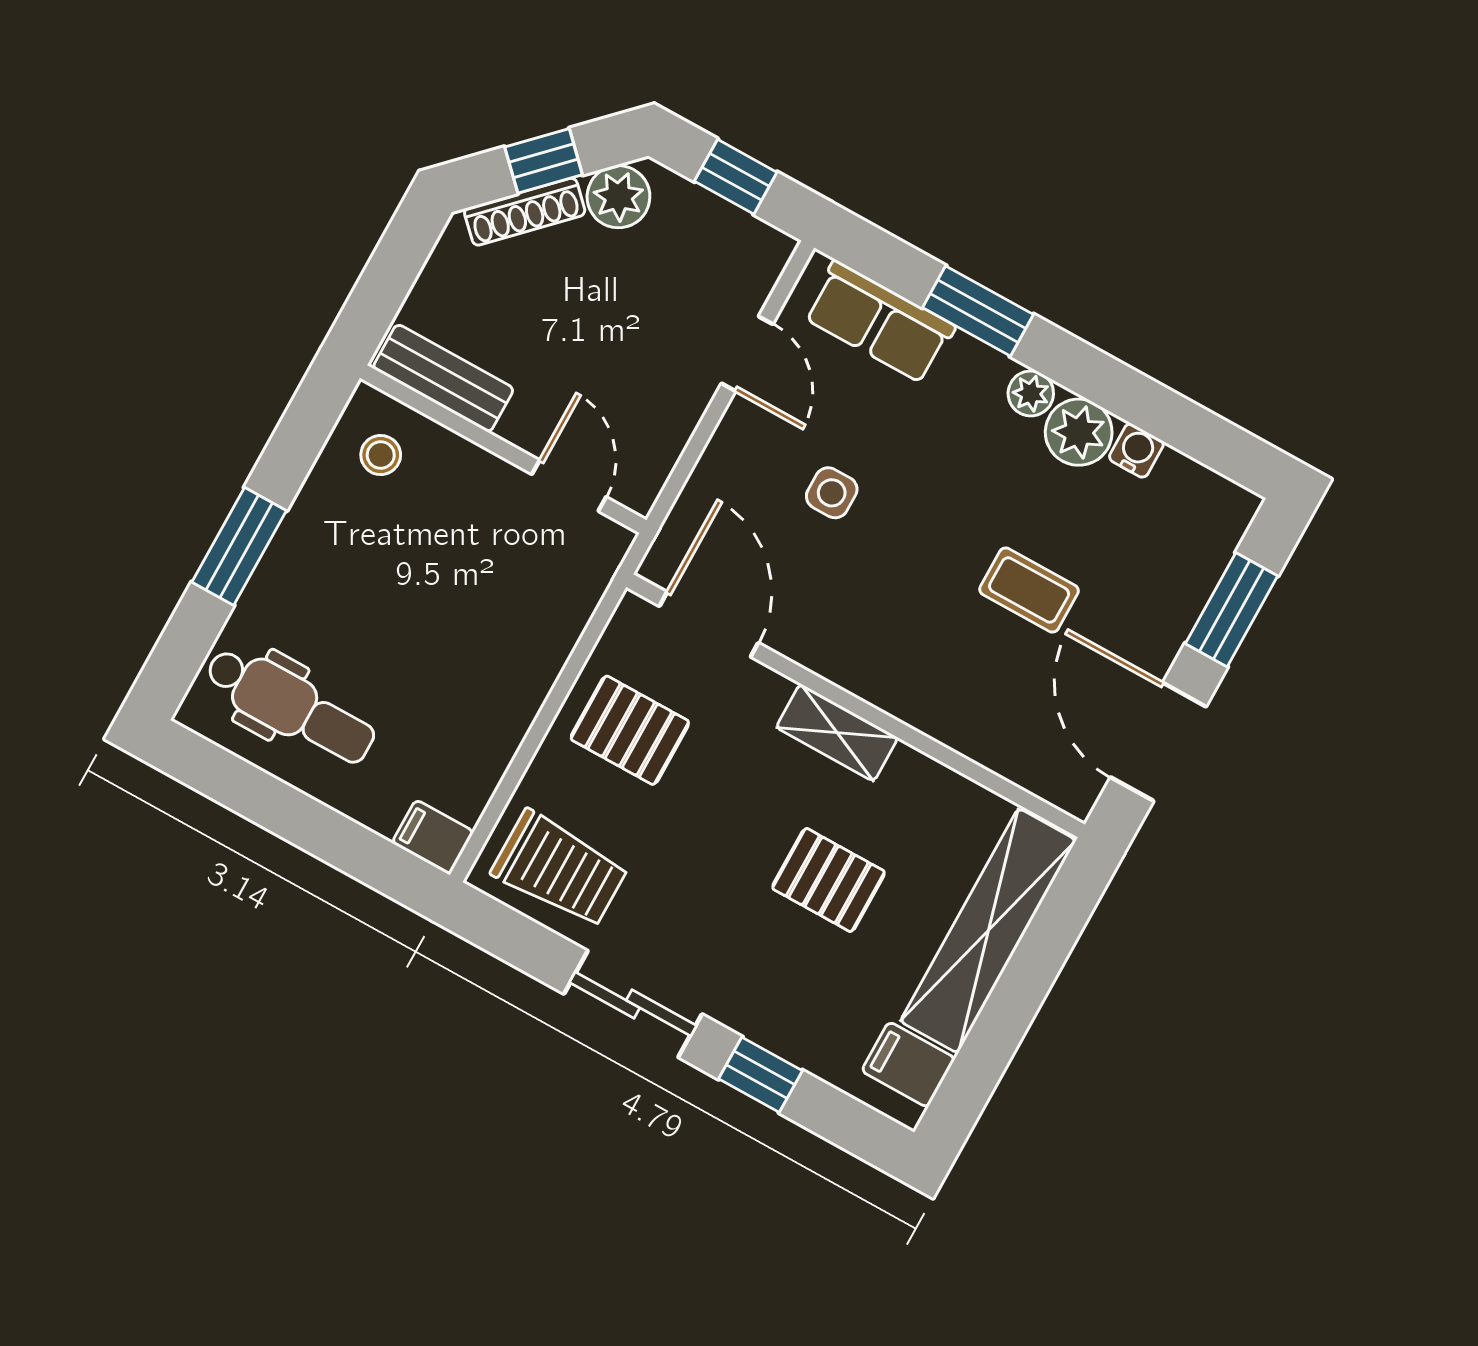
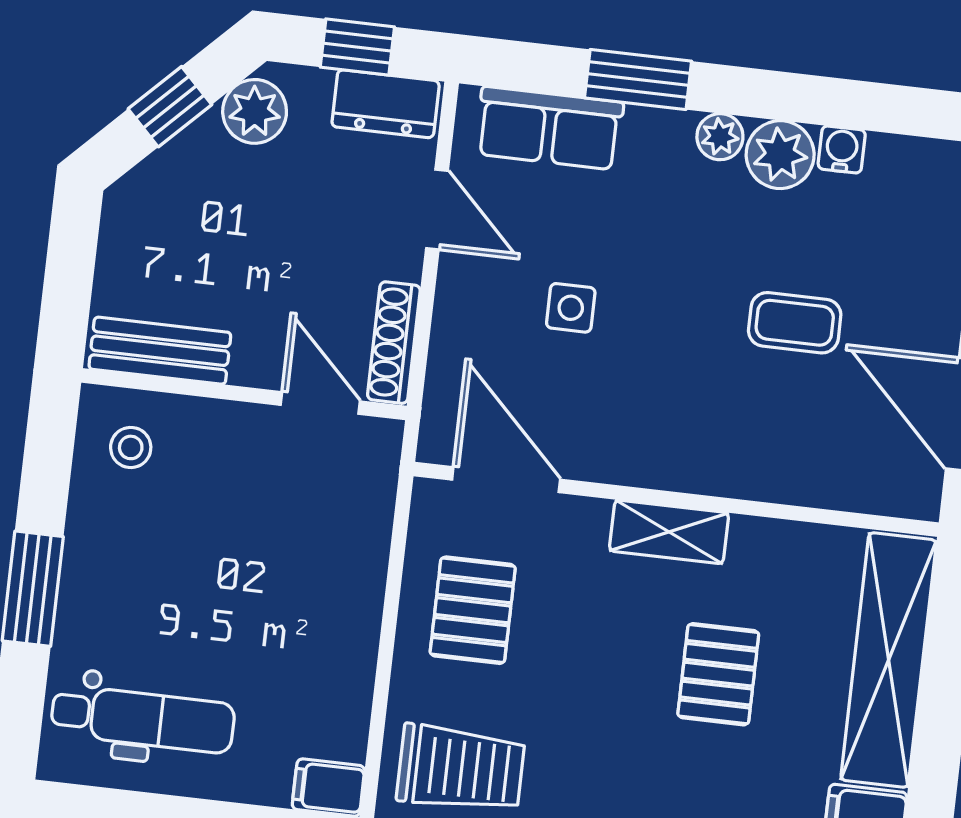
shoe rack: (525, 212) -> (394, 343), moved, turned 135
dresser: (740, 239) -> (386, 104), added
pallet: (630, 730) -> (473, 610), turned 90
pallet: (829, 880) -> (718, 674), turned 90

